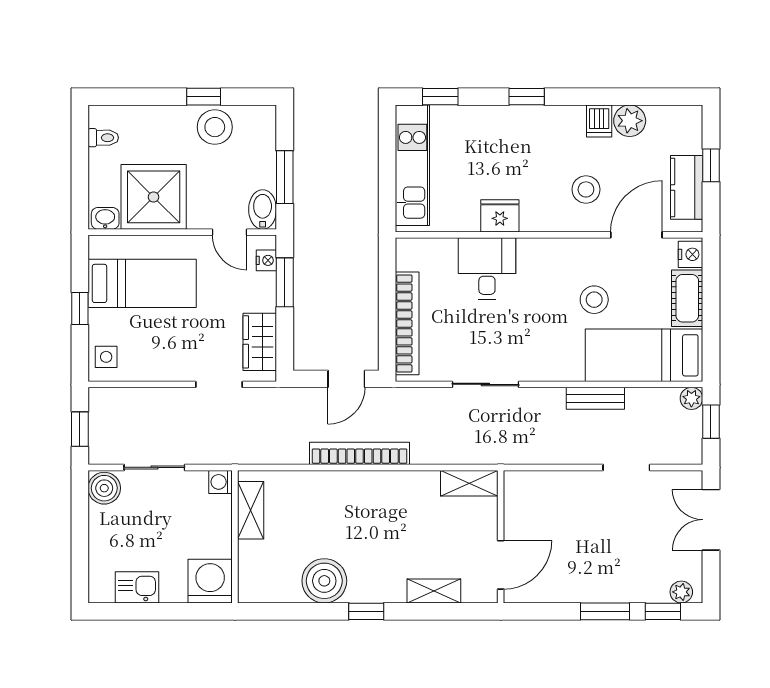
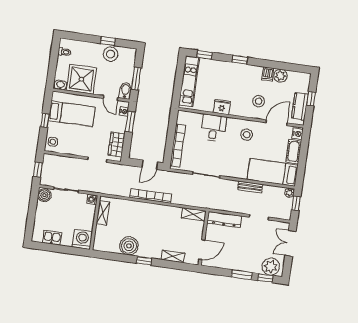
stool: (594, 300) -> (247, 135), moved
dresser: (544, 485) -> (224, 219), added
plant: (681, 592) -> (271, 267), width x1.87, depth x1.87

